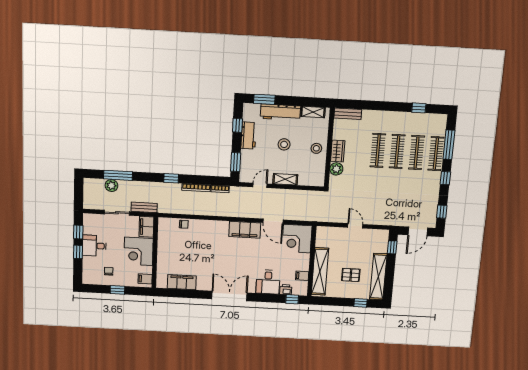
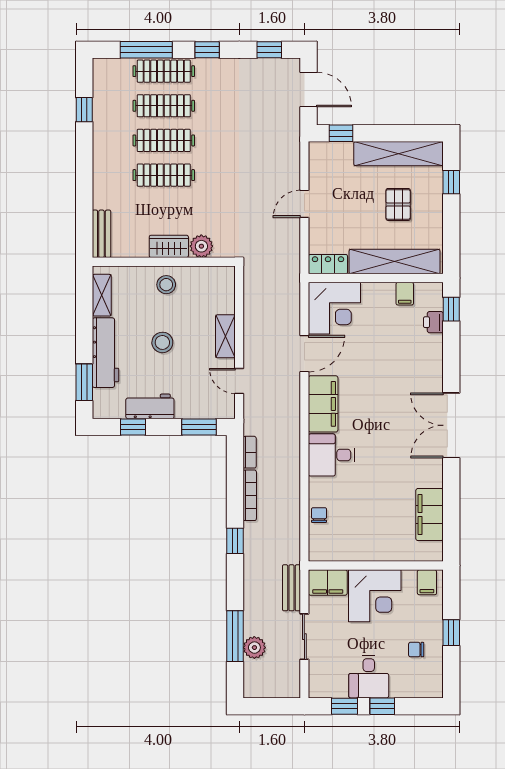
locker: (321, 237) -> (328, 264), added
desk: (268, 282) -> (331, 455), moved, turned 180

